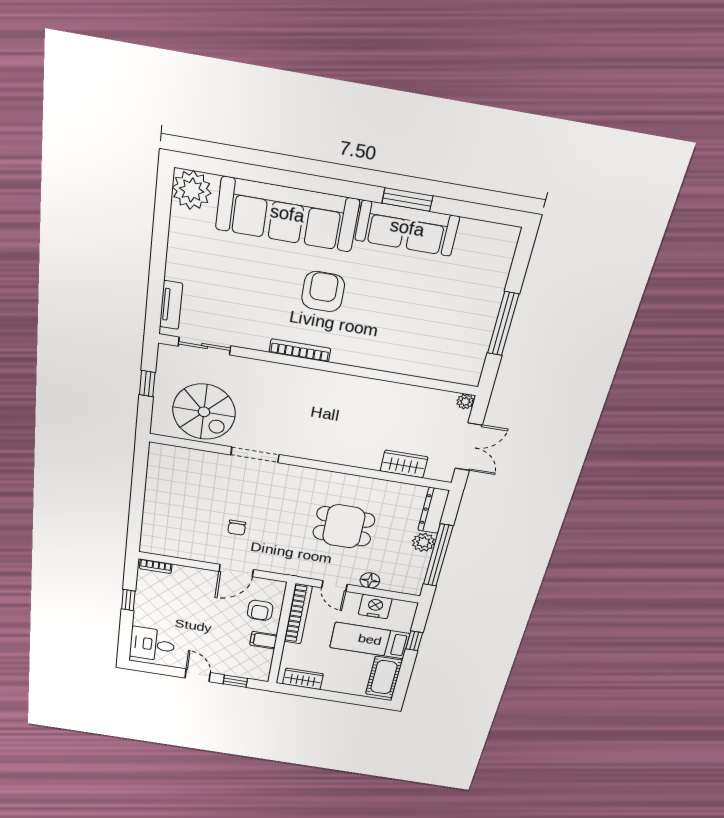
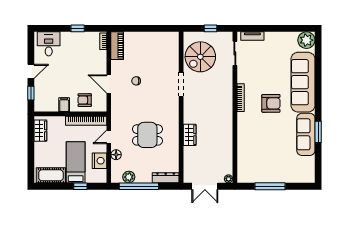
wardrobe: (404, 464) -> (190, 135), moved
dining table: (344, 526) -> (147, 135), turned 90
plant: (423, 542) -> (129, 177), moved
piano: (166, 546) -> (117, 46), added

